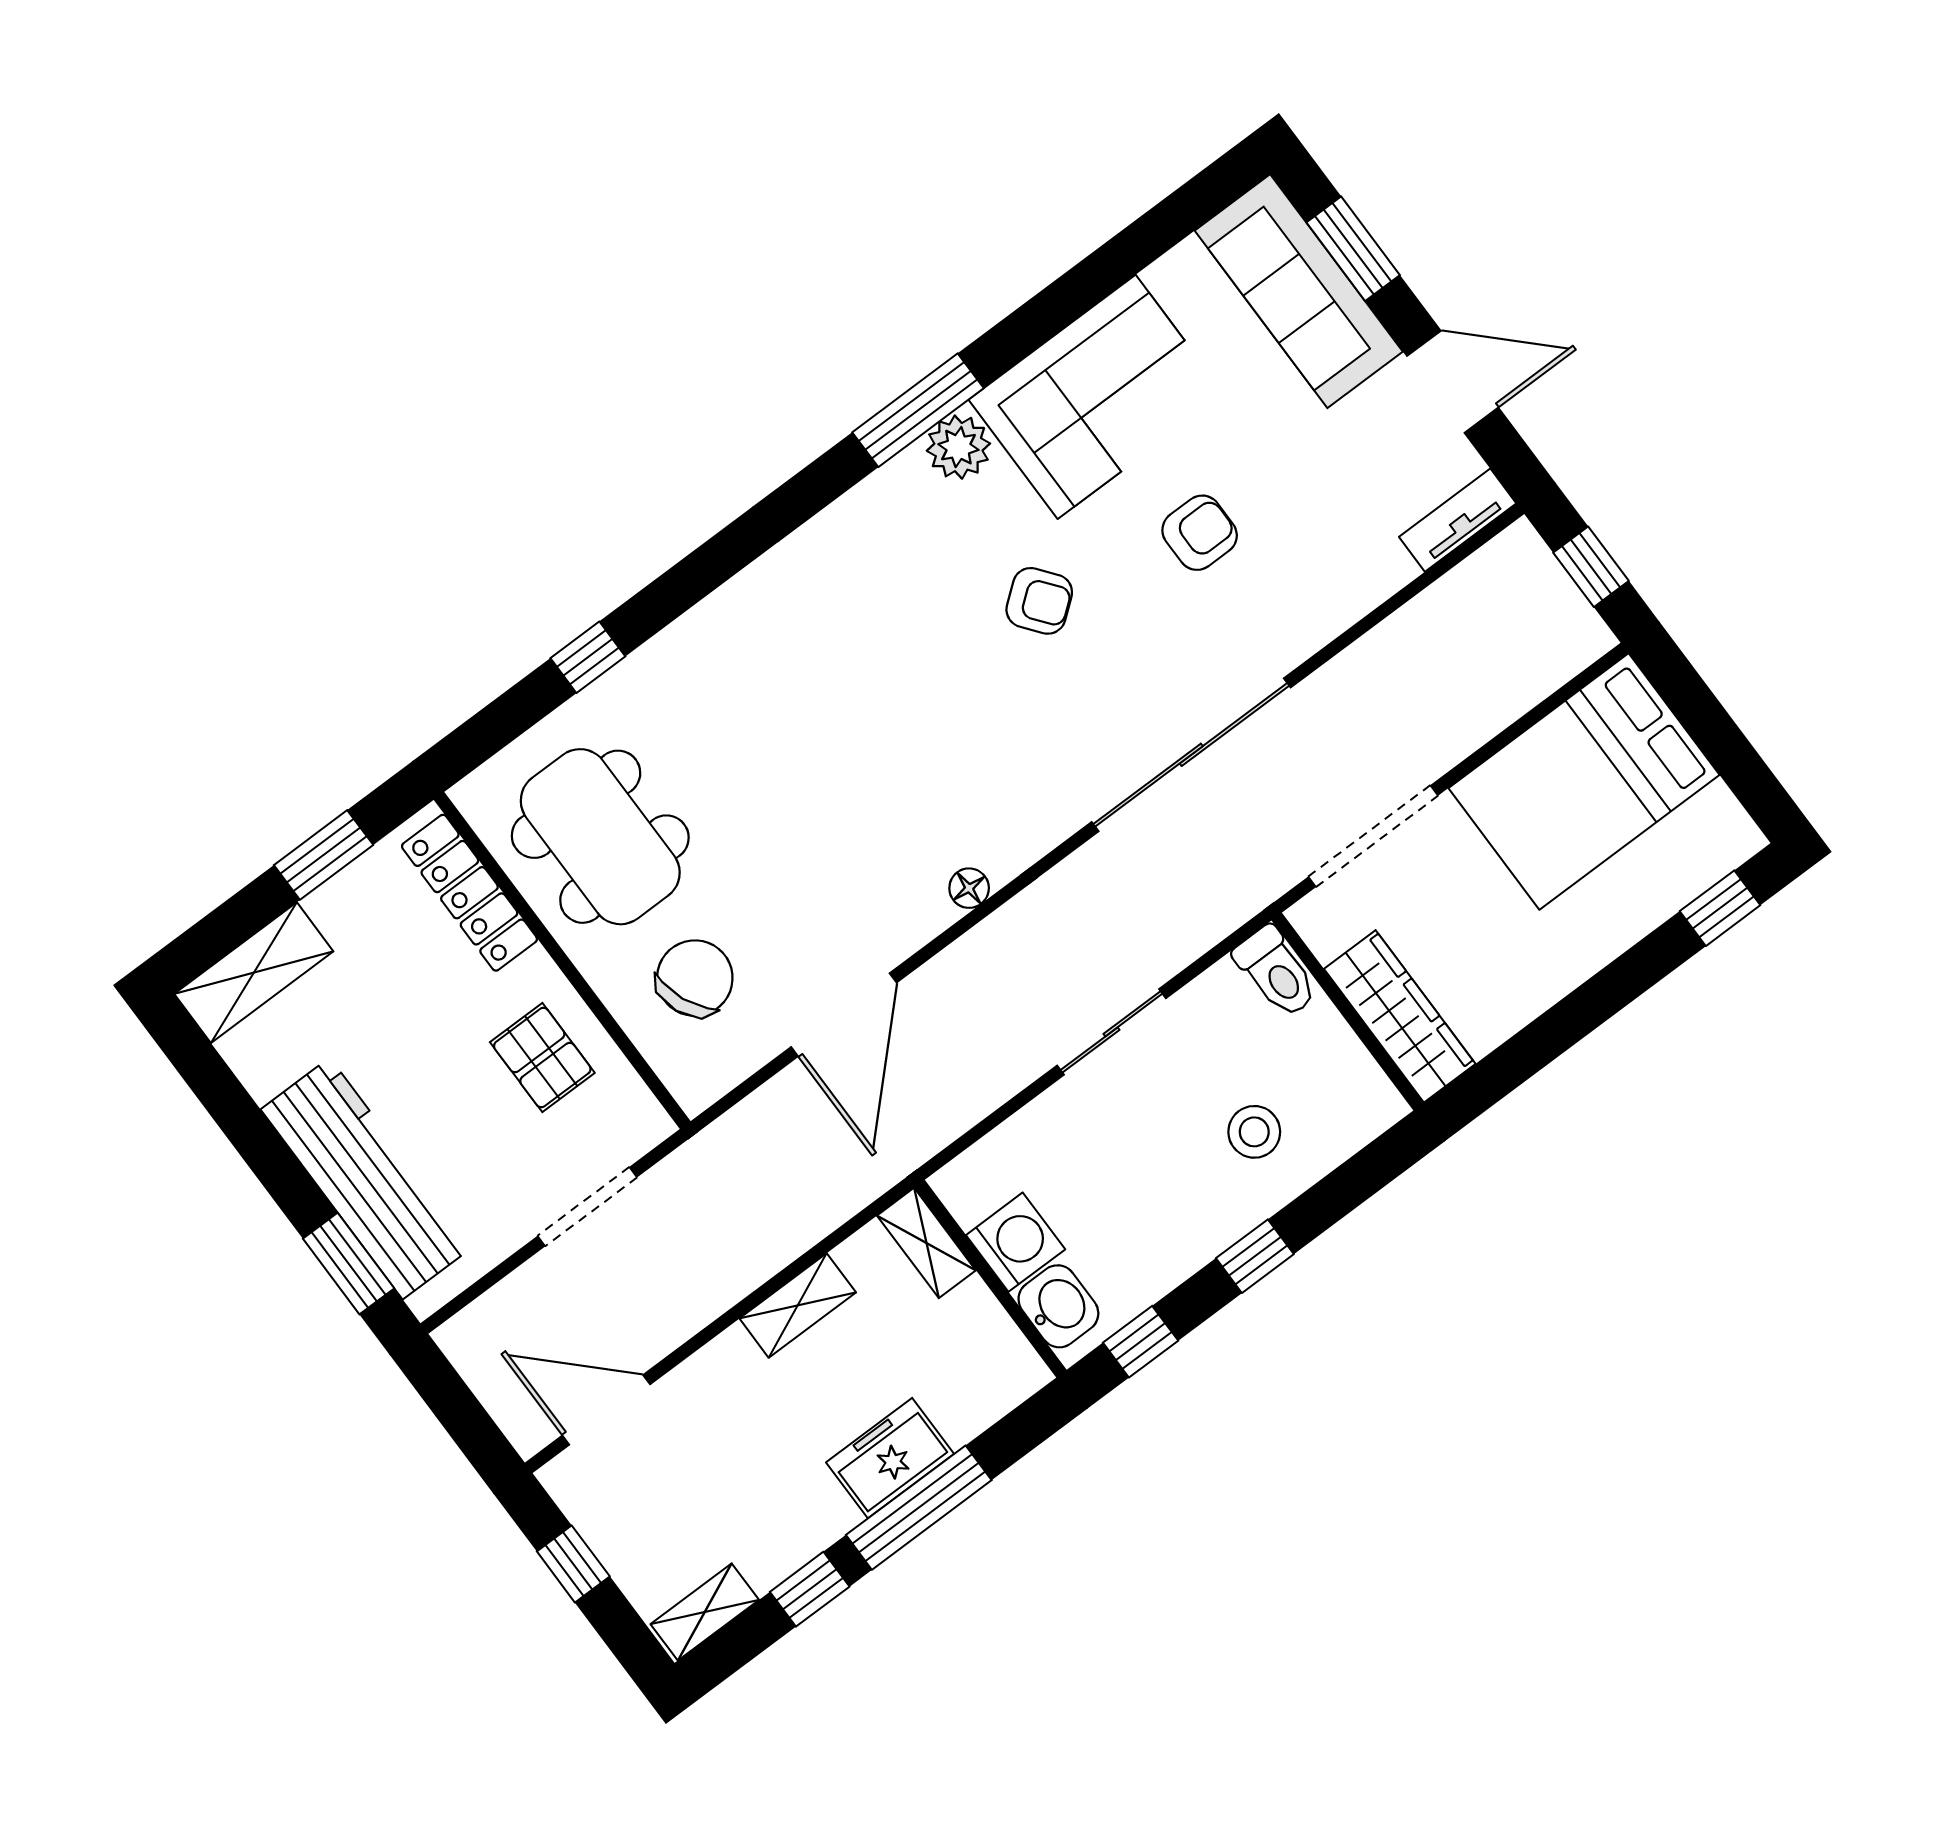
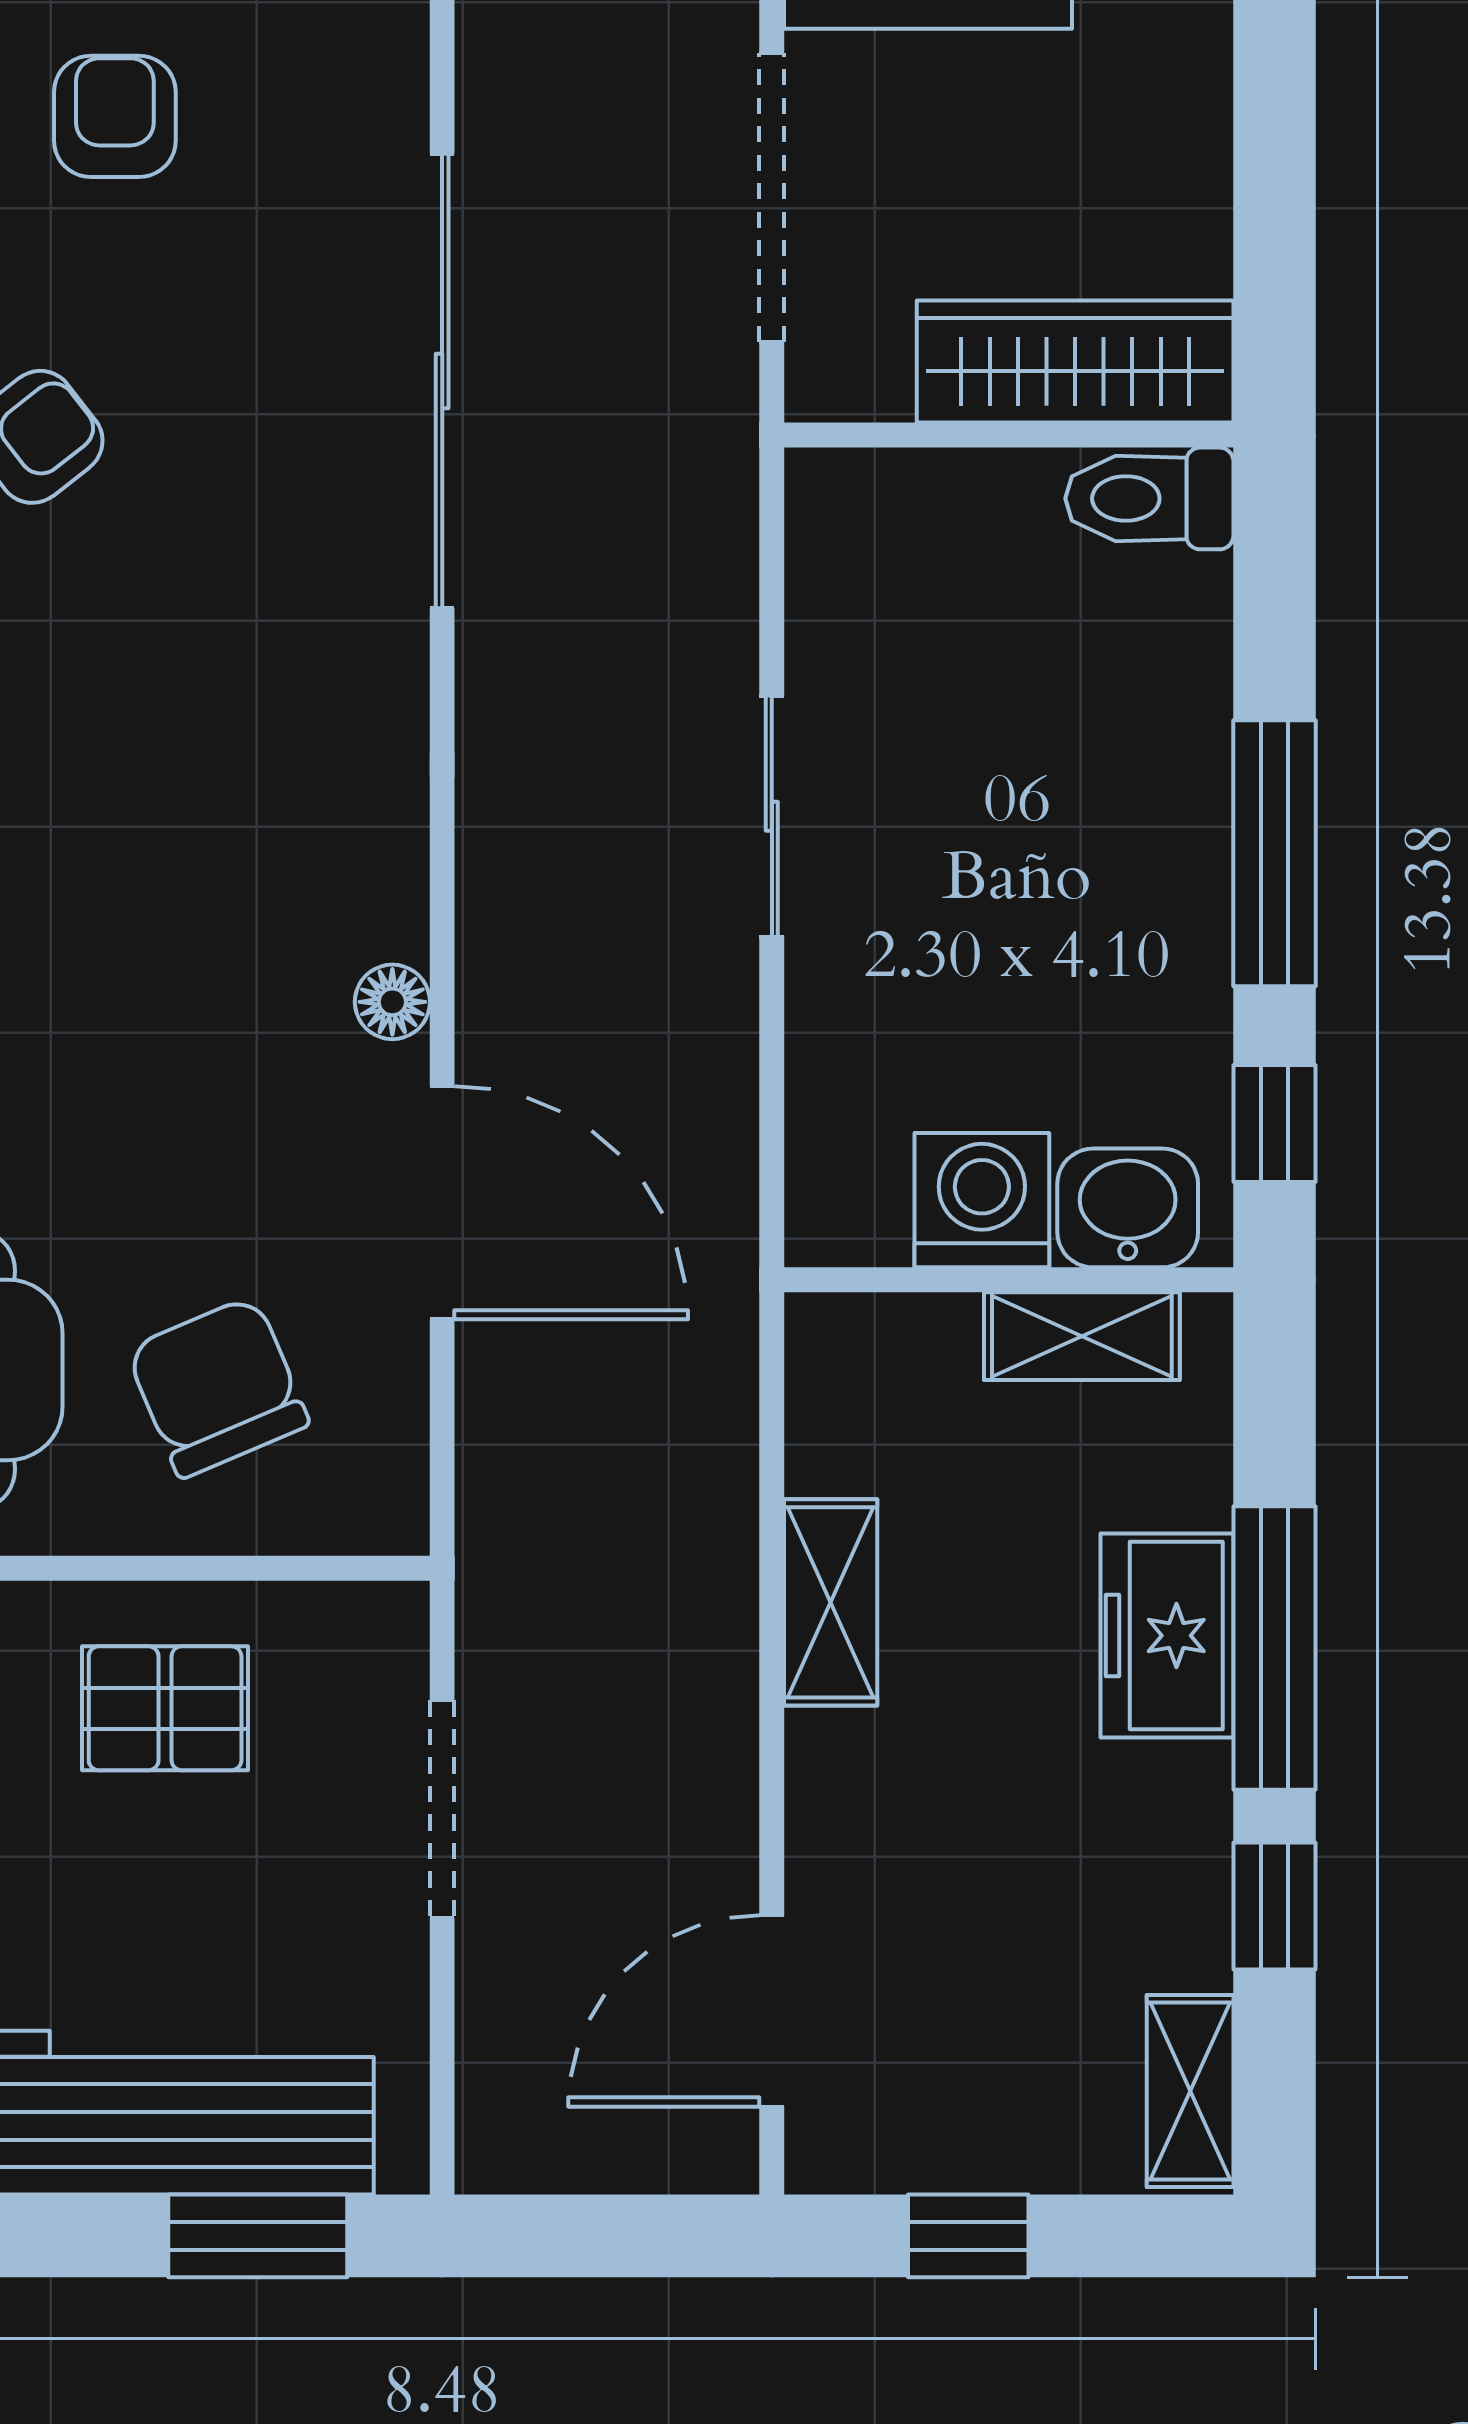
floor lamp: (969, 888) -> (392, 1002), moved
toilet: (1276, 972) -> (1149, 498), moved, turned 180
stool: (1254, 1132) -> (1085, 713), removed
shelving: (926, 1243) -> (1082, 1336), moved
window: (1255, 1256) -> (1275, 853), width x2.17

